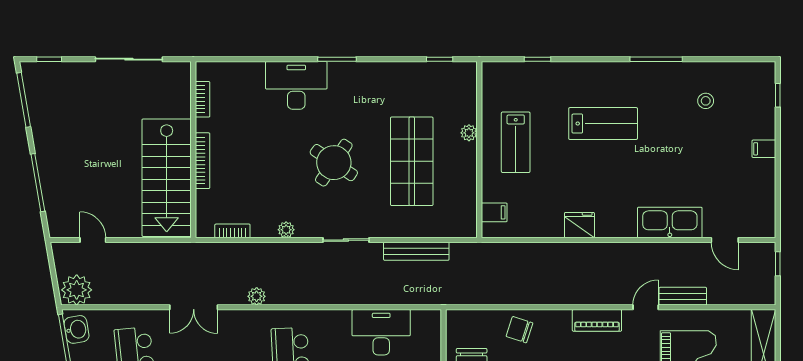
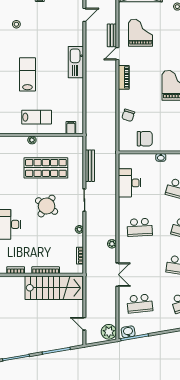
kitchen sink: (670, 222) -> (76, 62), moved
fridge: (579, 225) -> (77, 86), removed
door: (93, 240) -> (84, 324), hinge flipped
door: (646, 307) -> (117, 54), hinge flipped

